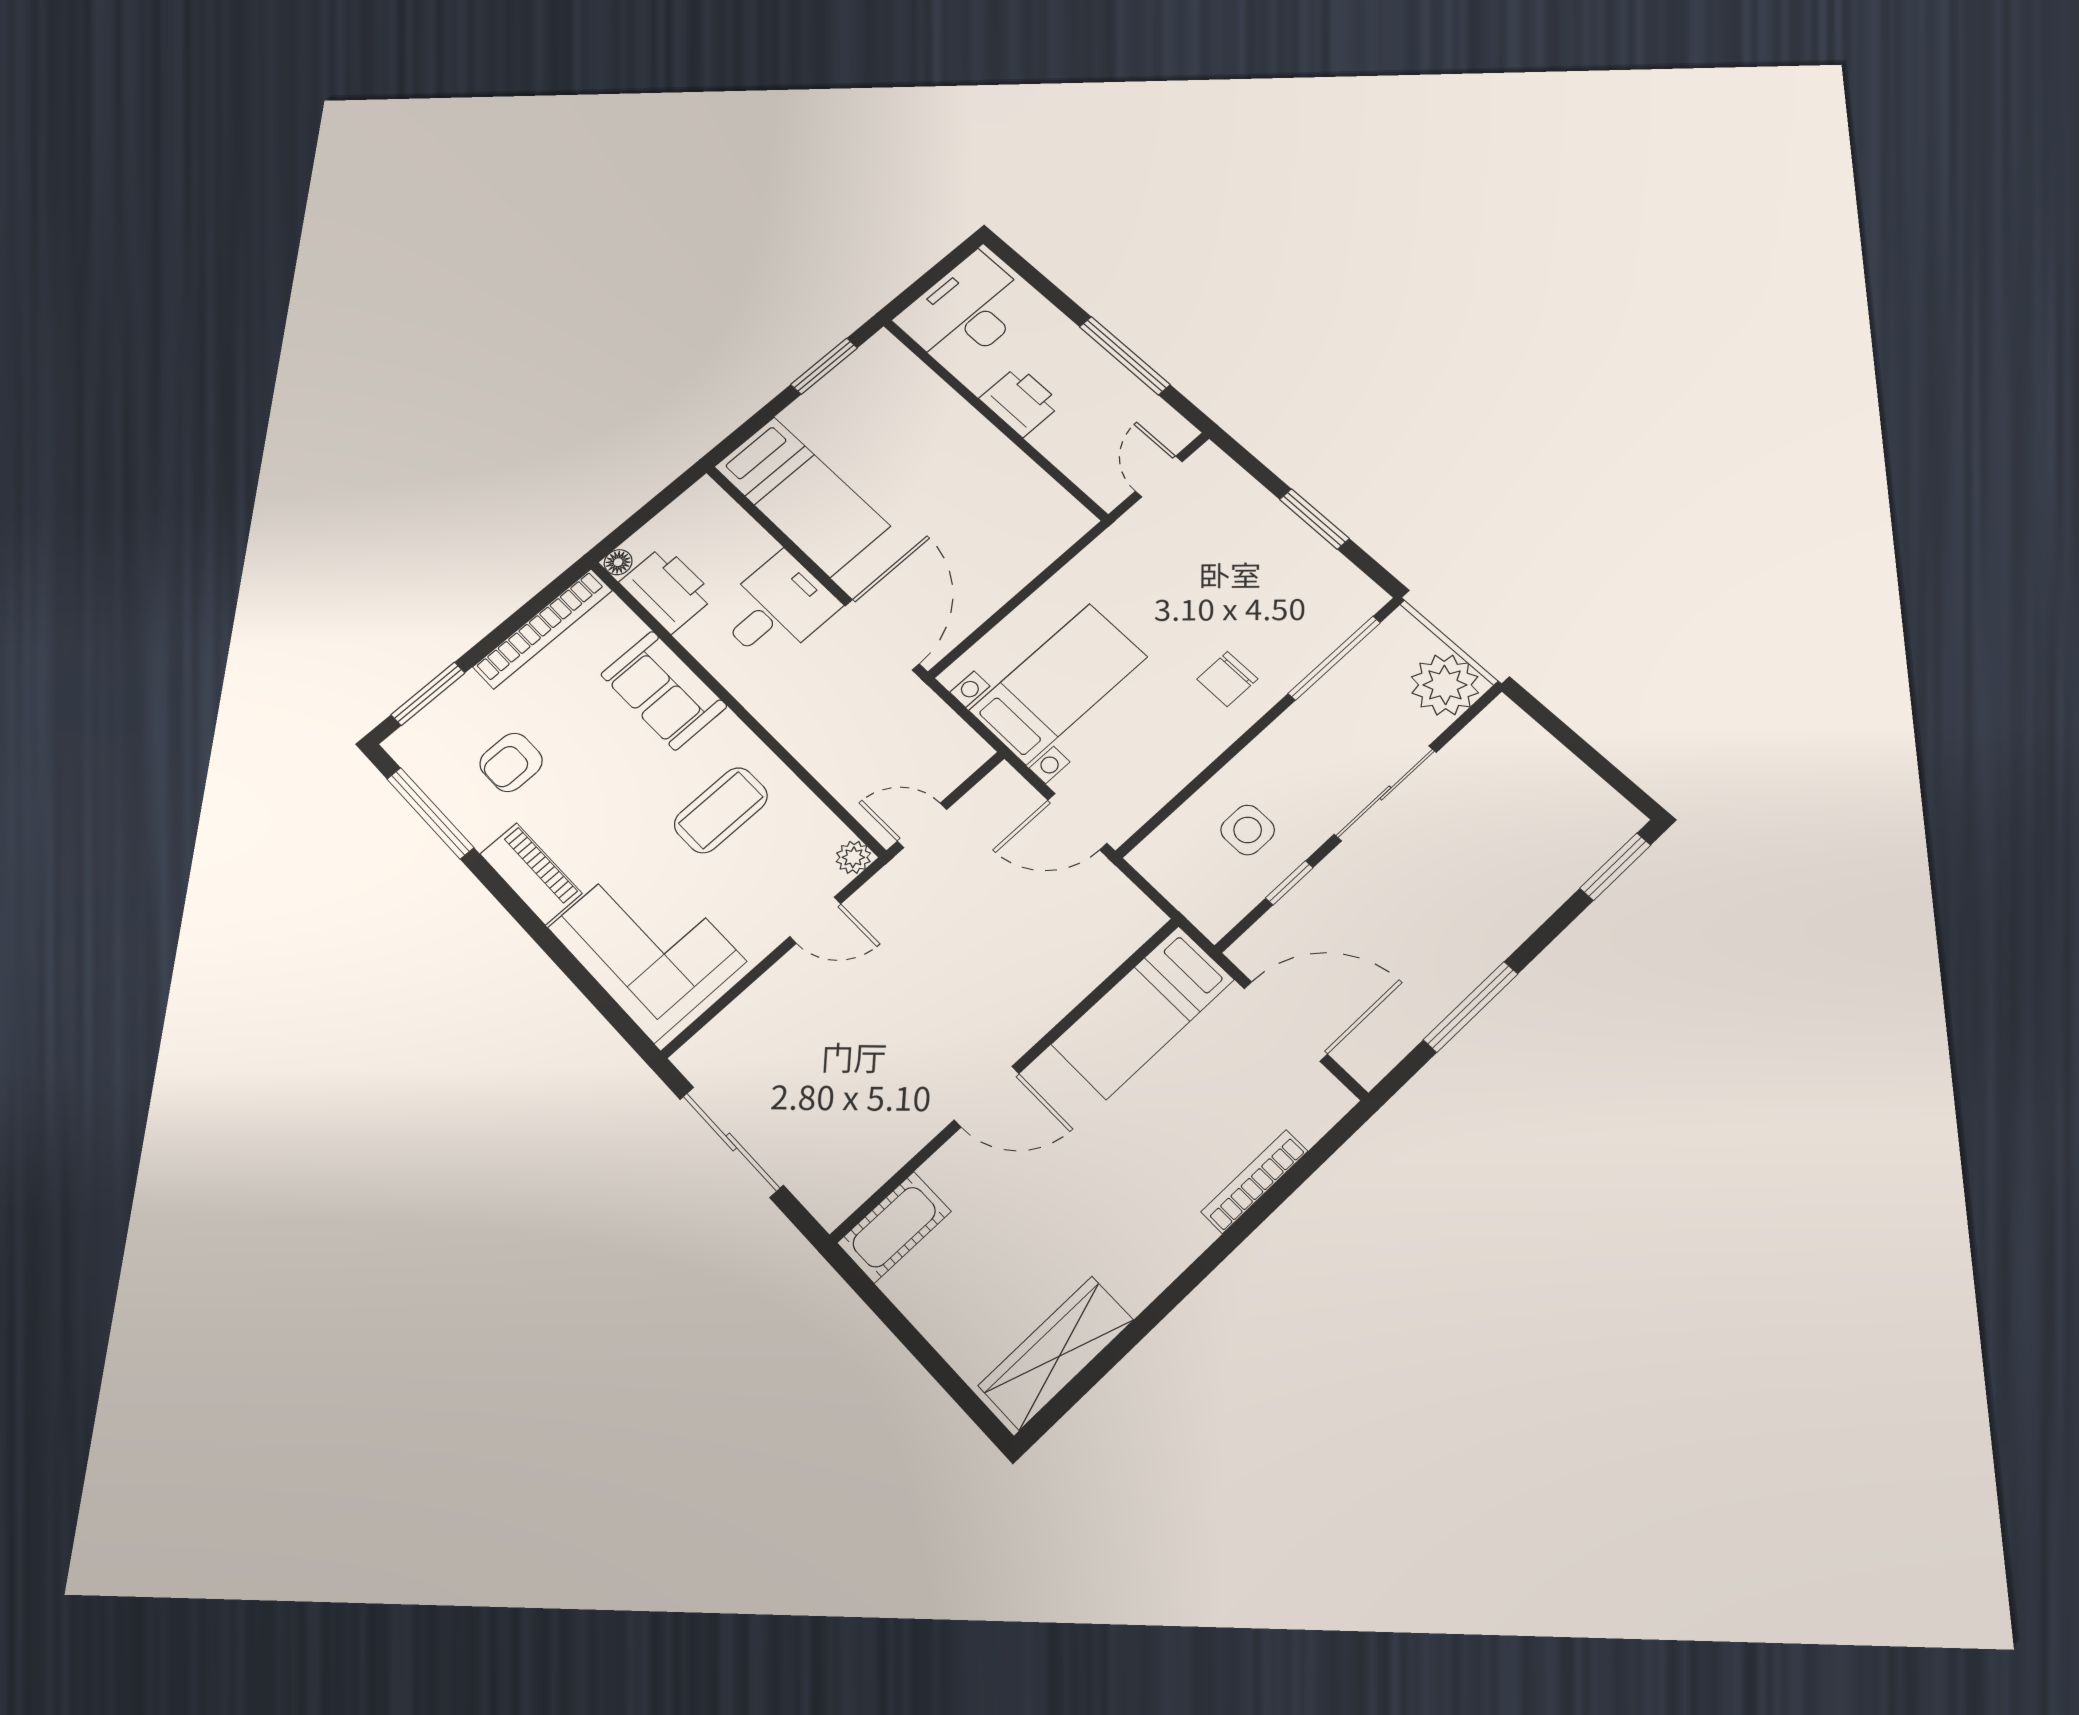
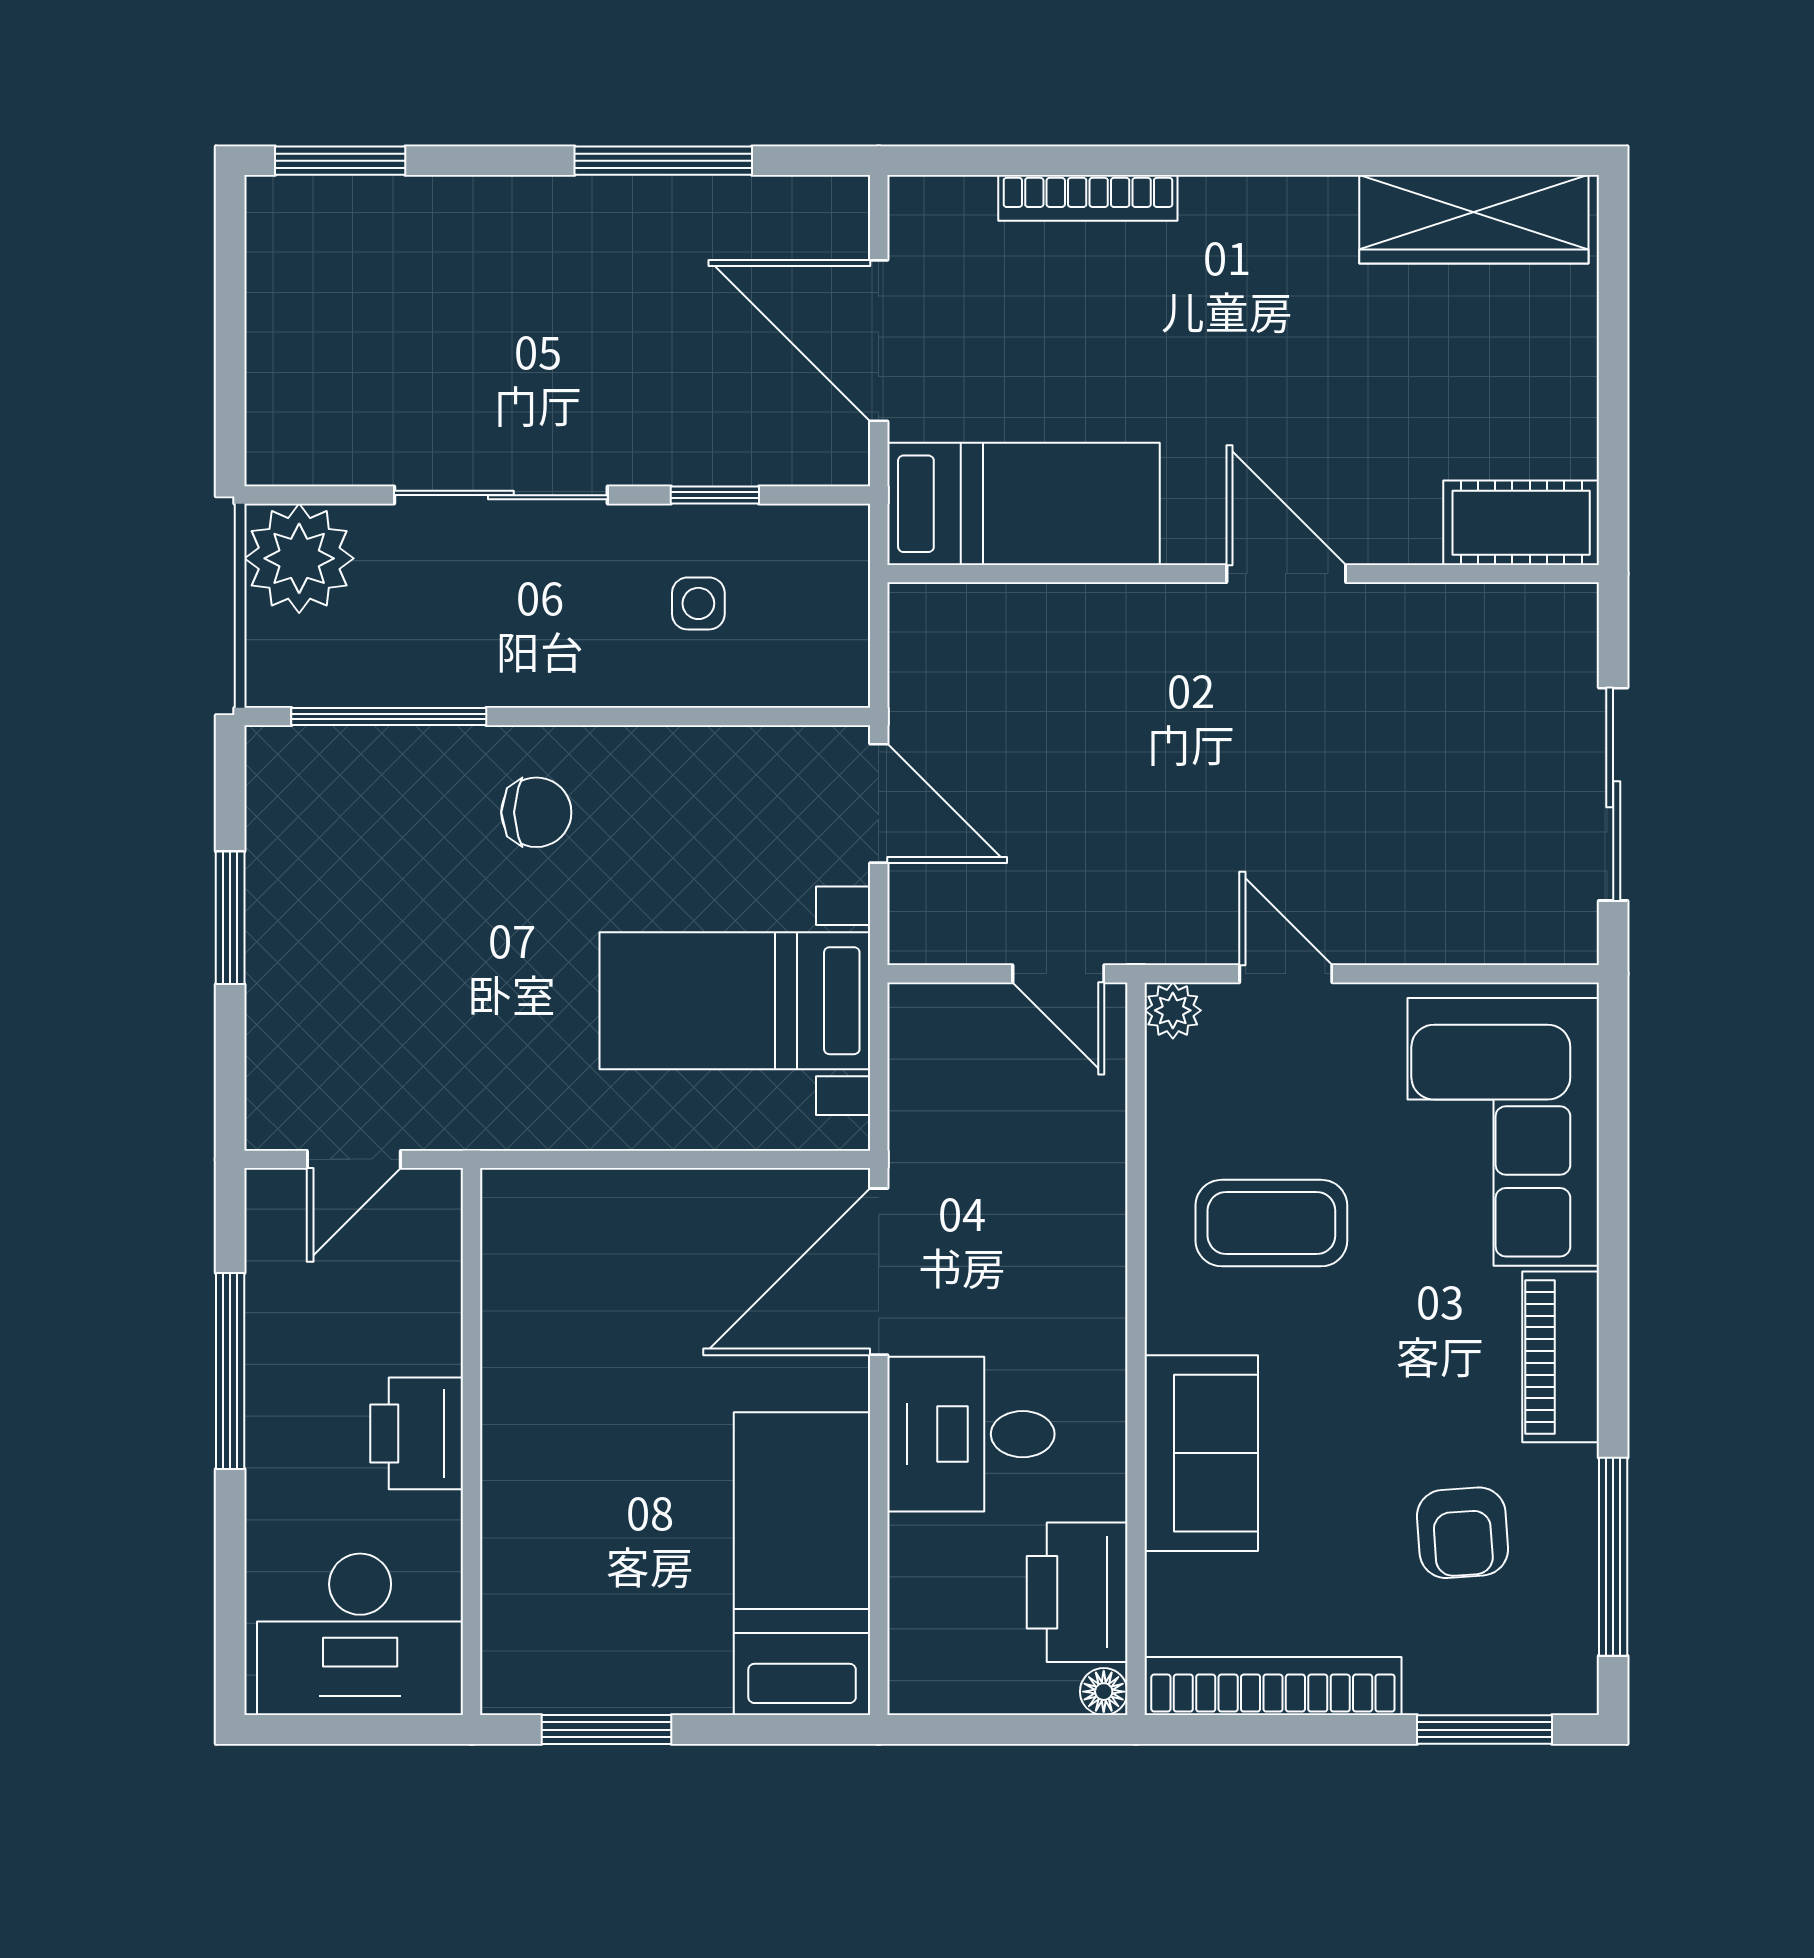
armchair: (511, 762) -> (1463, 1533), turned 86
side table: (1248, 830) -> (698, 603), width x0.73, depth x0.73

